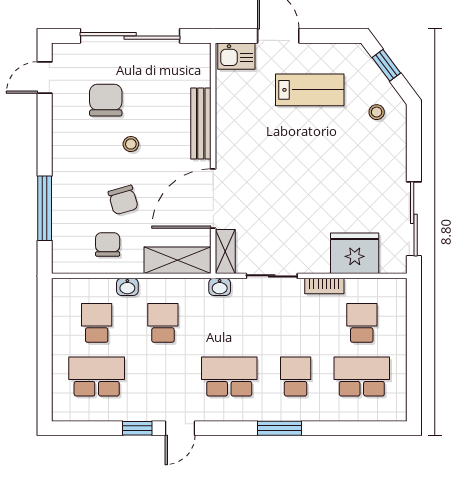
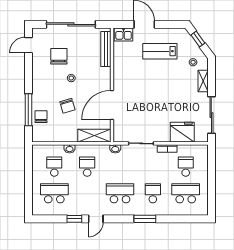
lab bench: (310, 90) -> (160, 51), turned 180
bench: (201, 123) -> (106, 49), moved
chair: (108, 244) -> (41, 117), moved
shelving: (225, 252) -> (203, 81), moved

